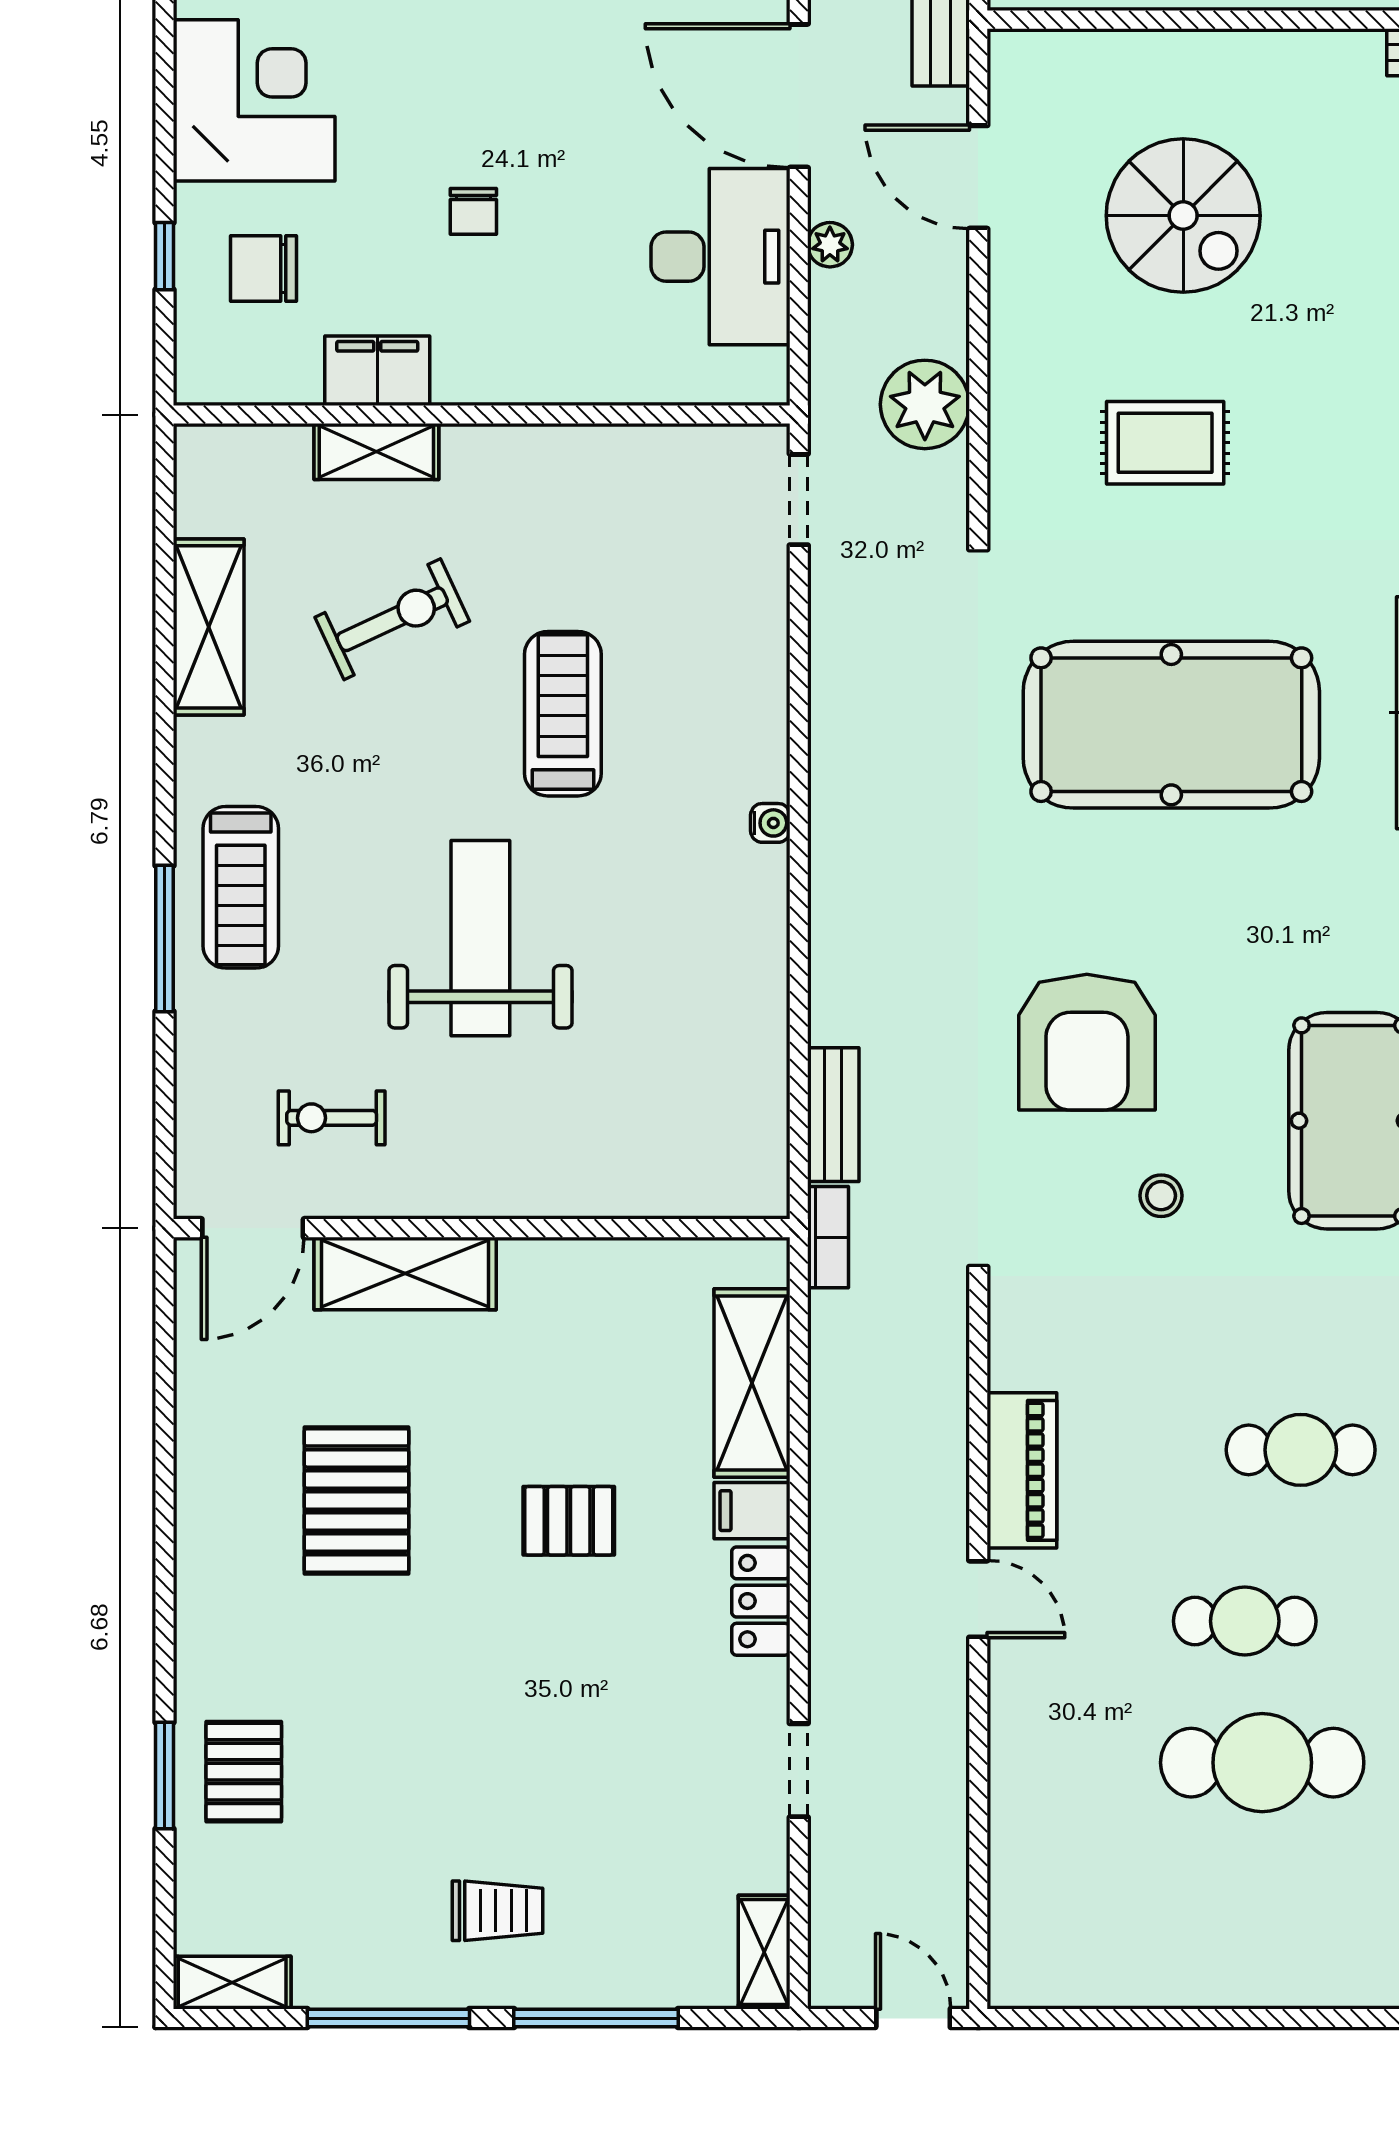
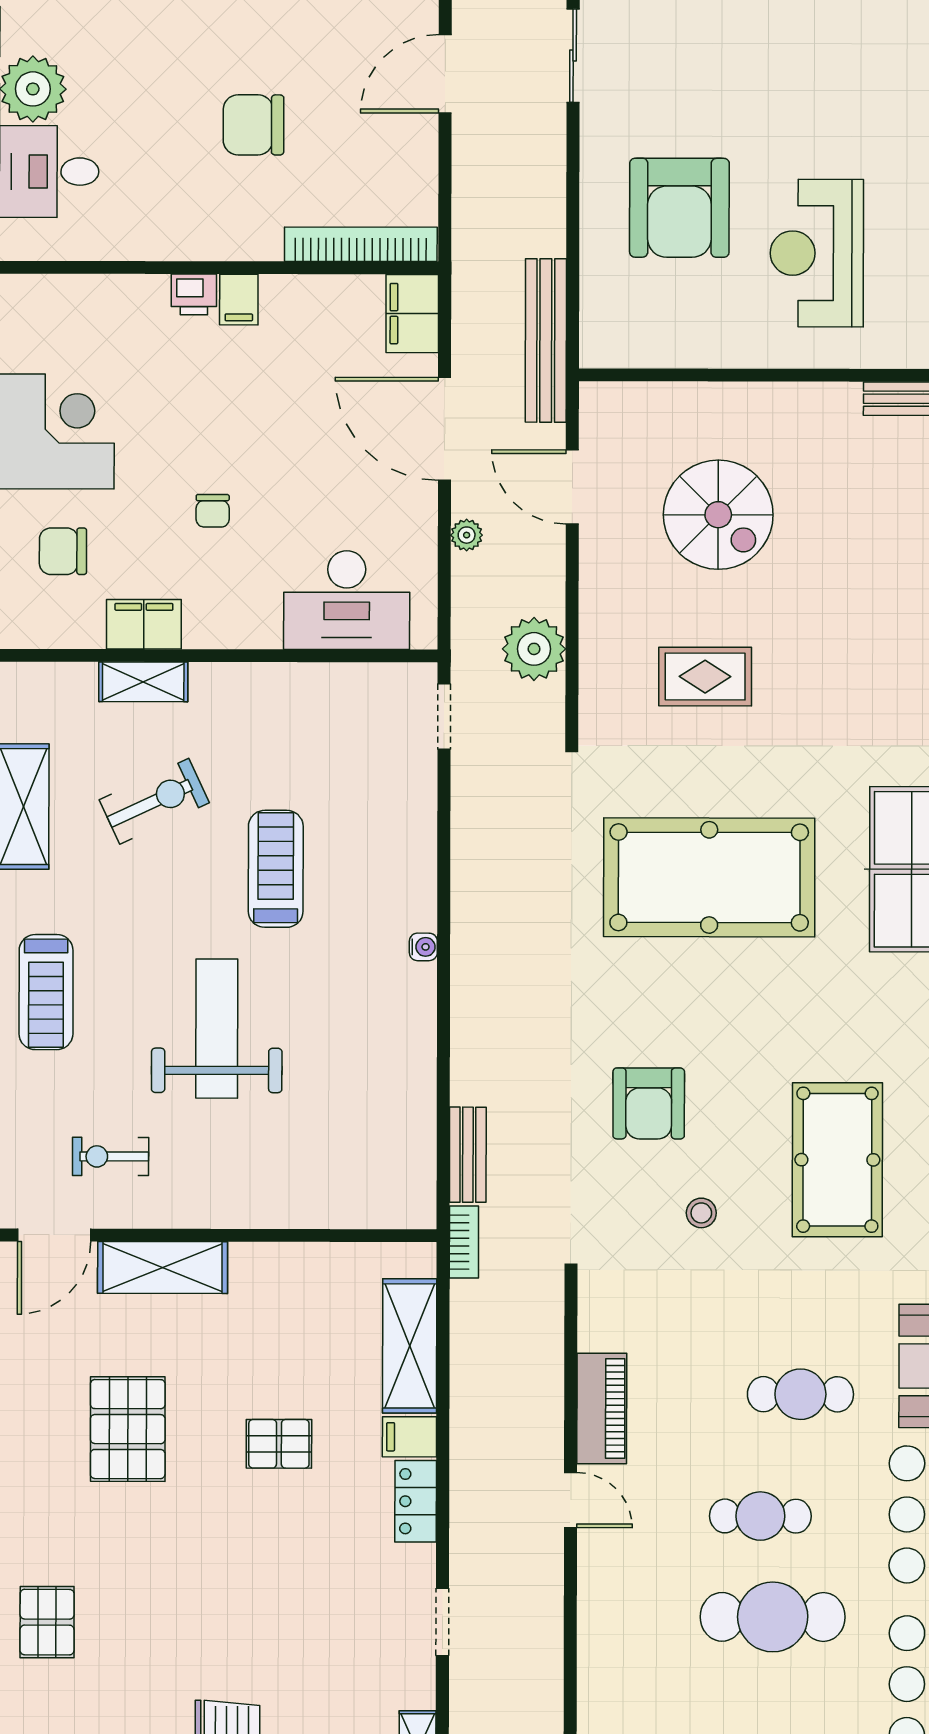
desk: (720, 257) -> (347, 600), moved, turned 90
armchair: (1087, 1042) -> (649, 1103), width x0.73, depth x0.73

